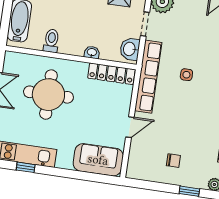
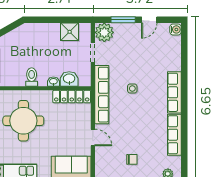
toilet: (51, 41) -> (32, 77), moved
washbasin: (130, 49) -> (69, 79), moved, turned 90
door: (130, 127) -> (93, 137), hinge flipped

